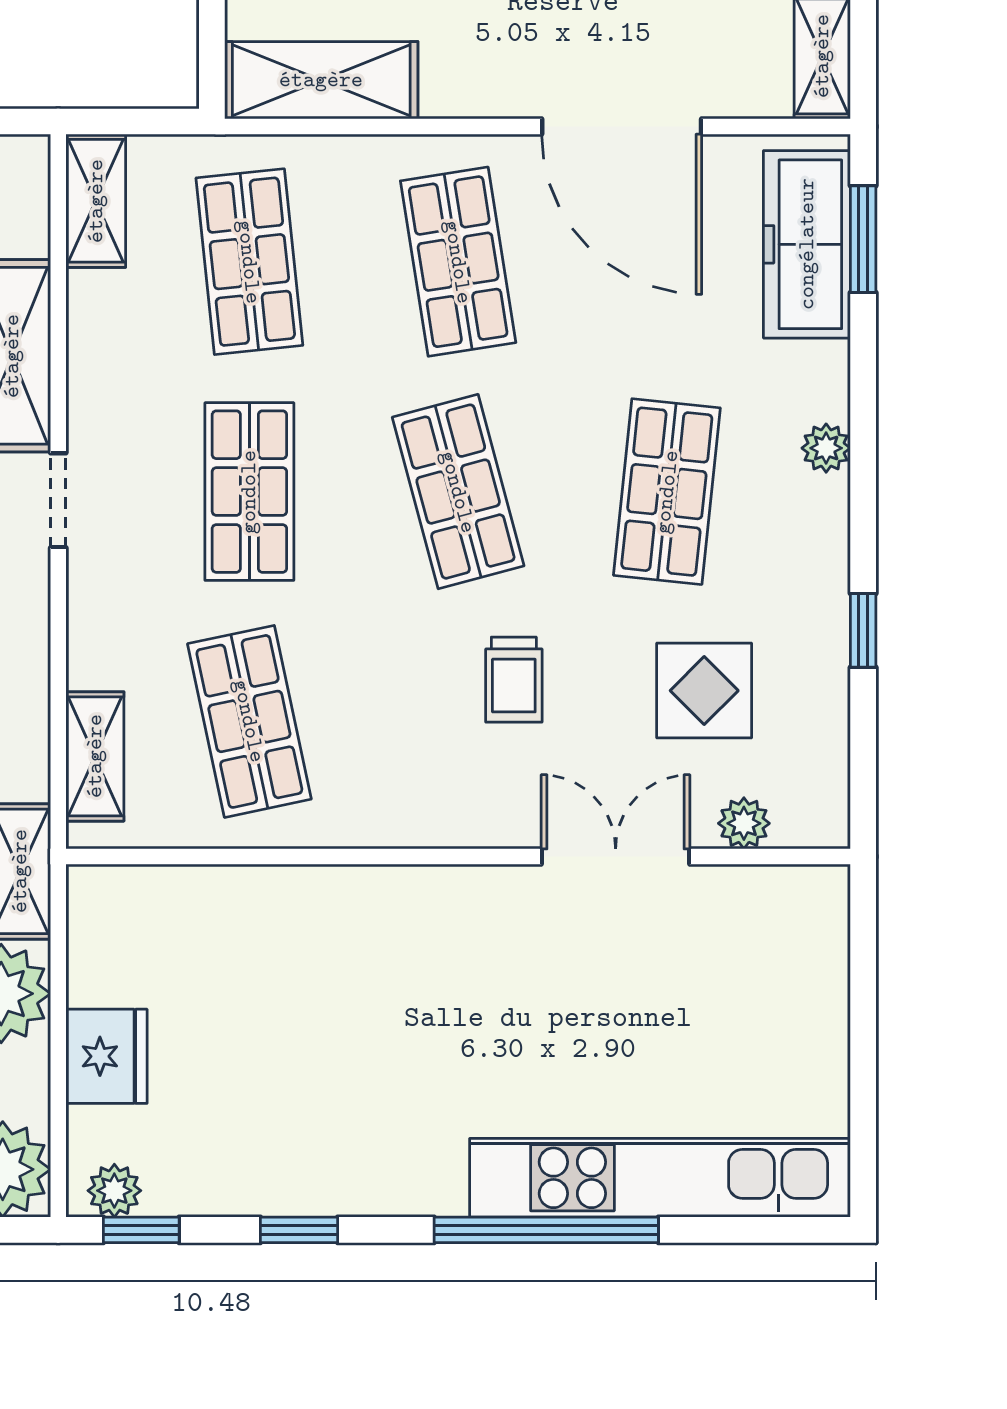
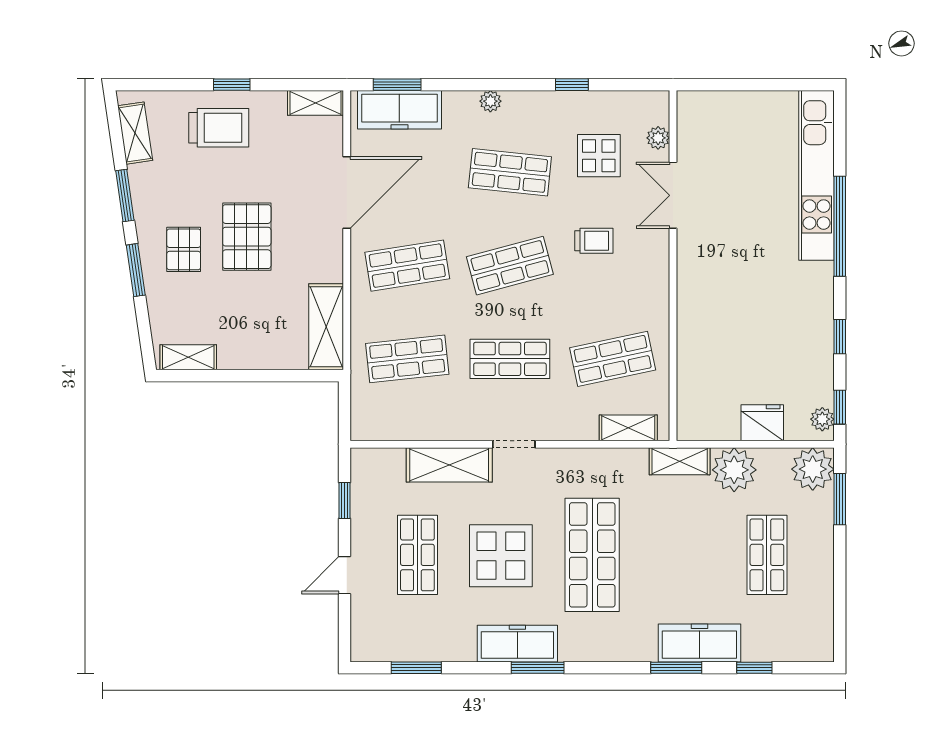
shelving: (96, 201) -> (380, 427), removed

